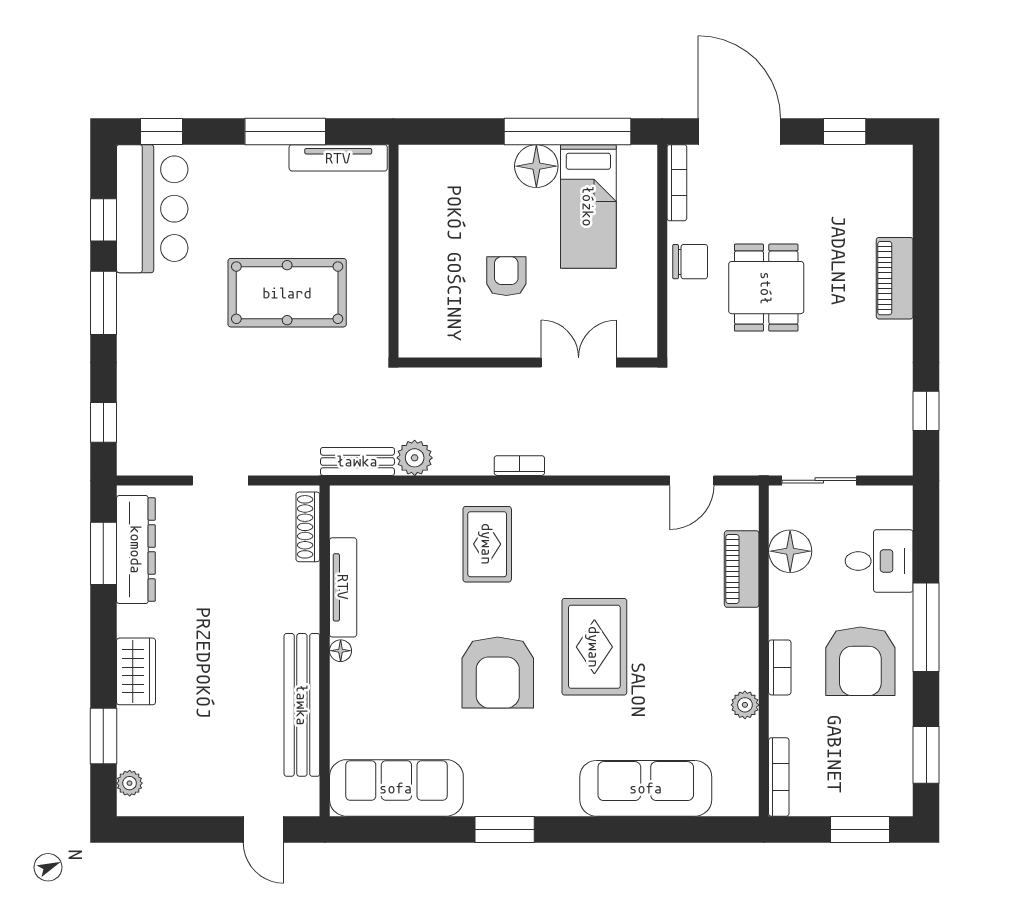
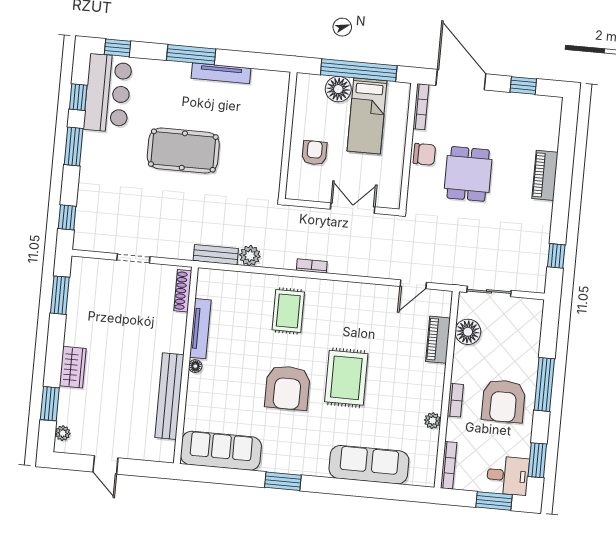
wall: (393, 251) -> (288, 135), moved
dresser: (136, 550) -> (79, 295), removed
desk: (879, 561) -> (508, 476), moved
door: (263, 829) -> (105, 465), moved

